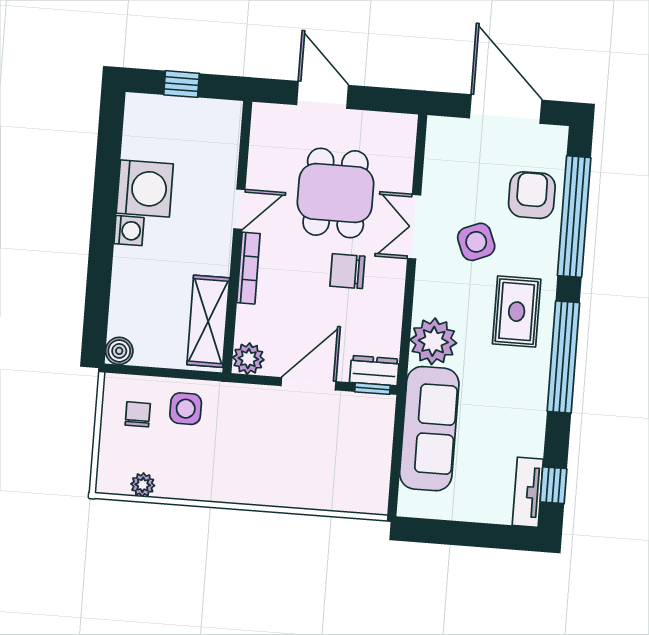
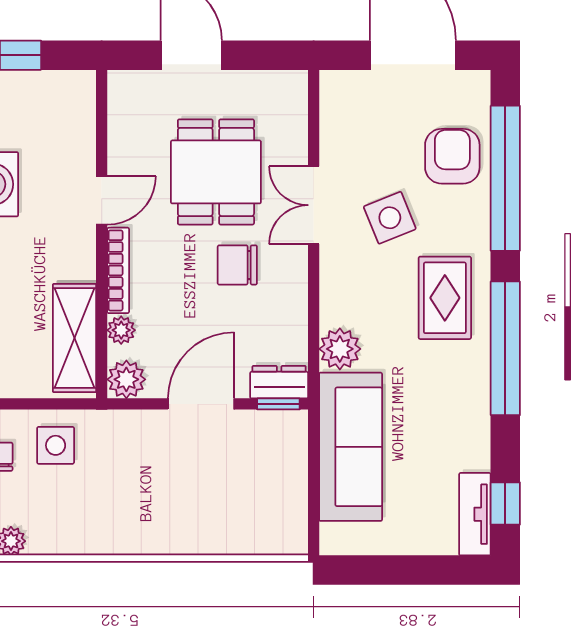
plant: (247, 318) -> (121, 330), added
plant: (433, 341) -> (340, 349), width x0.73, depth x0.73

